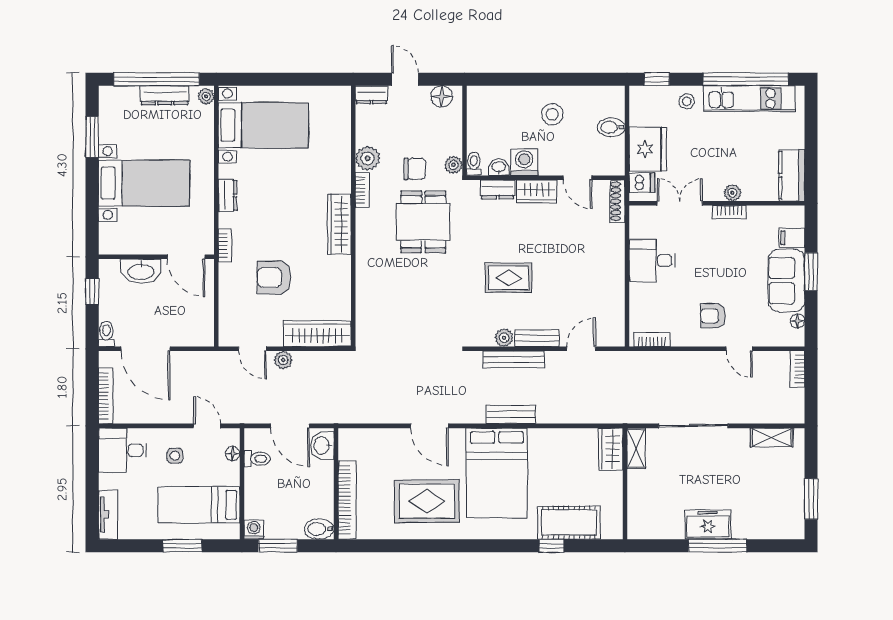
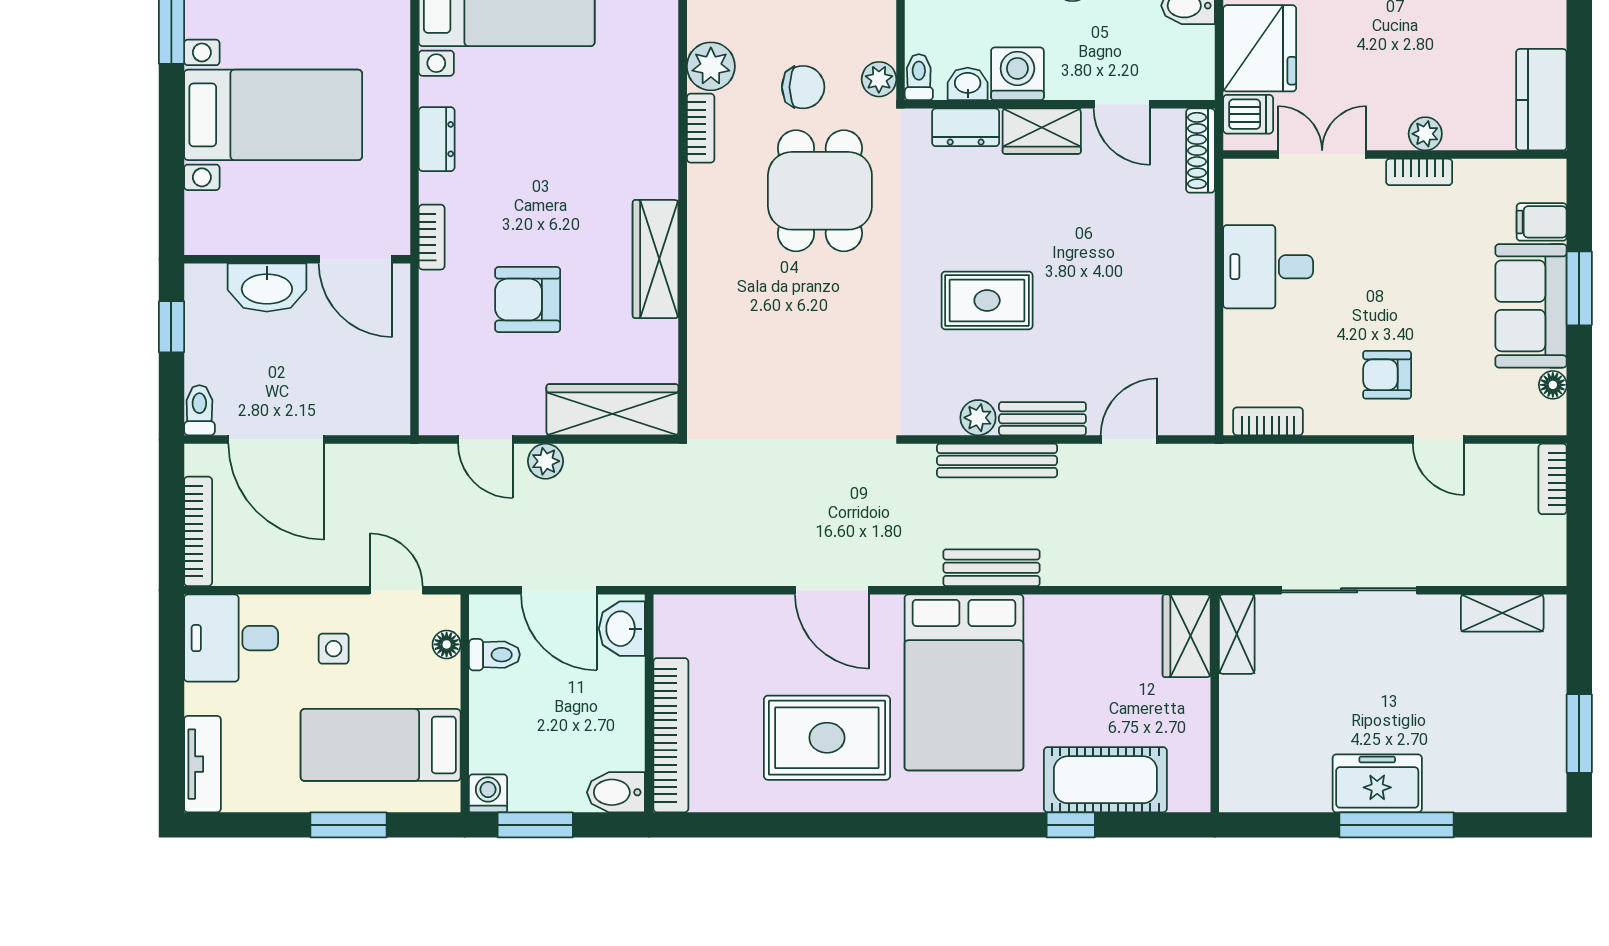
wardrobe: (339, 224) -> (656, 259), moved

